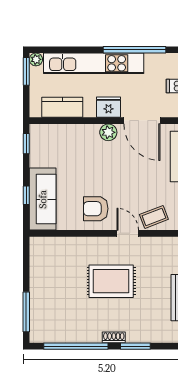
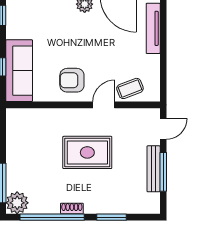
door: (128, 233) -> (104, 105), hinge flipped
plant: (41, 332) -> (17, 203), added
shoe rack: (114, 337) -> (72, 208), moved

